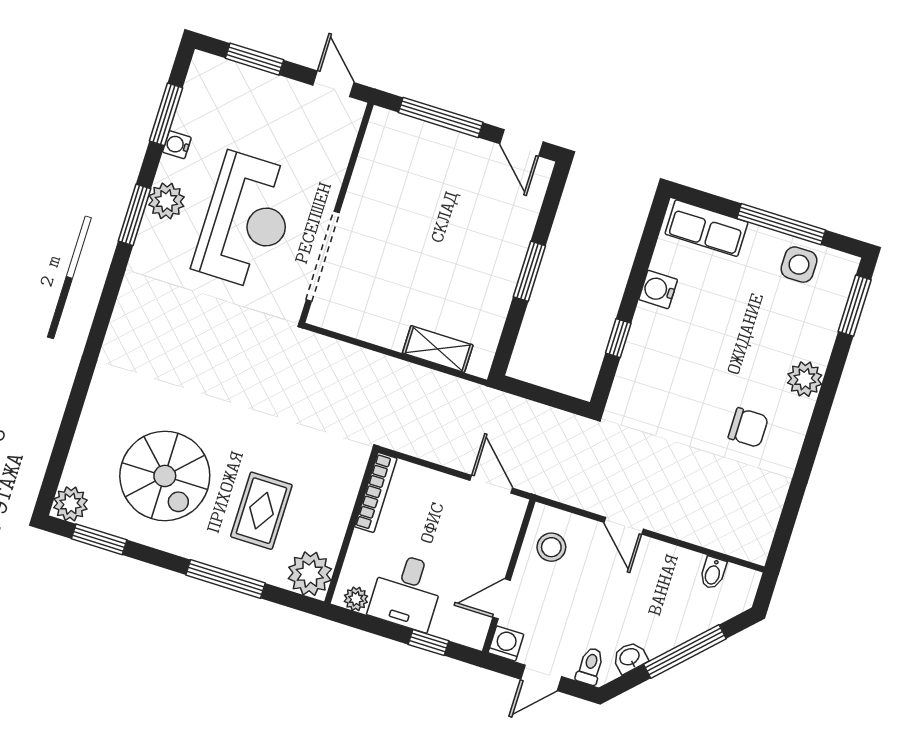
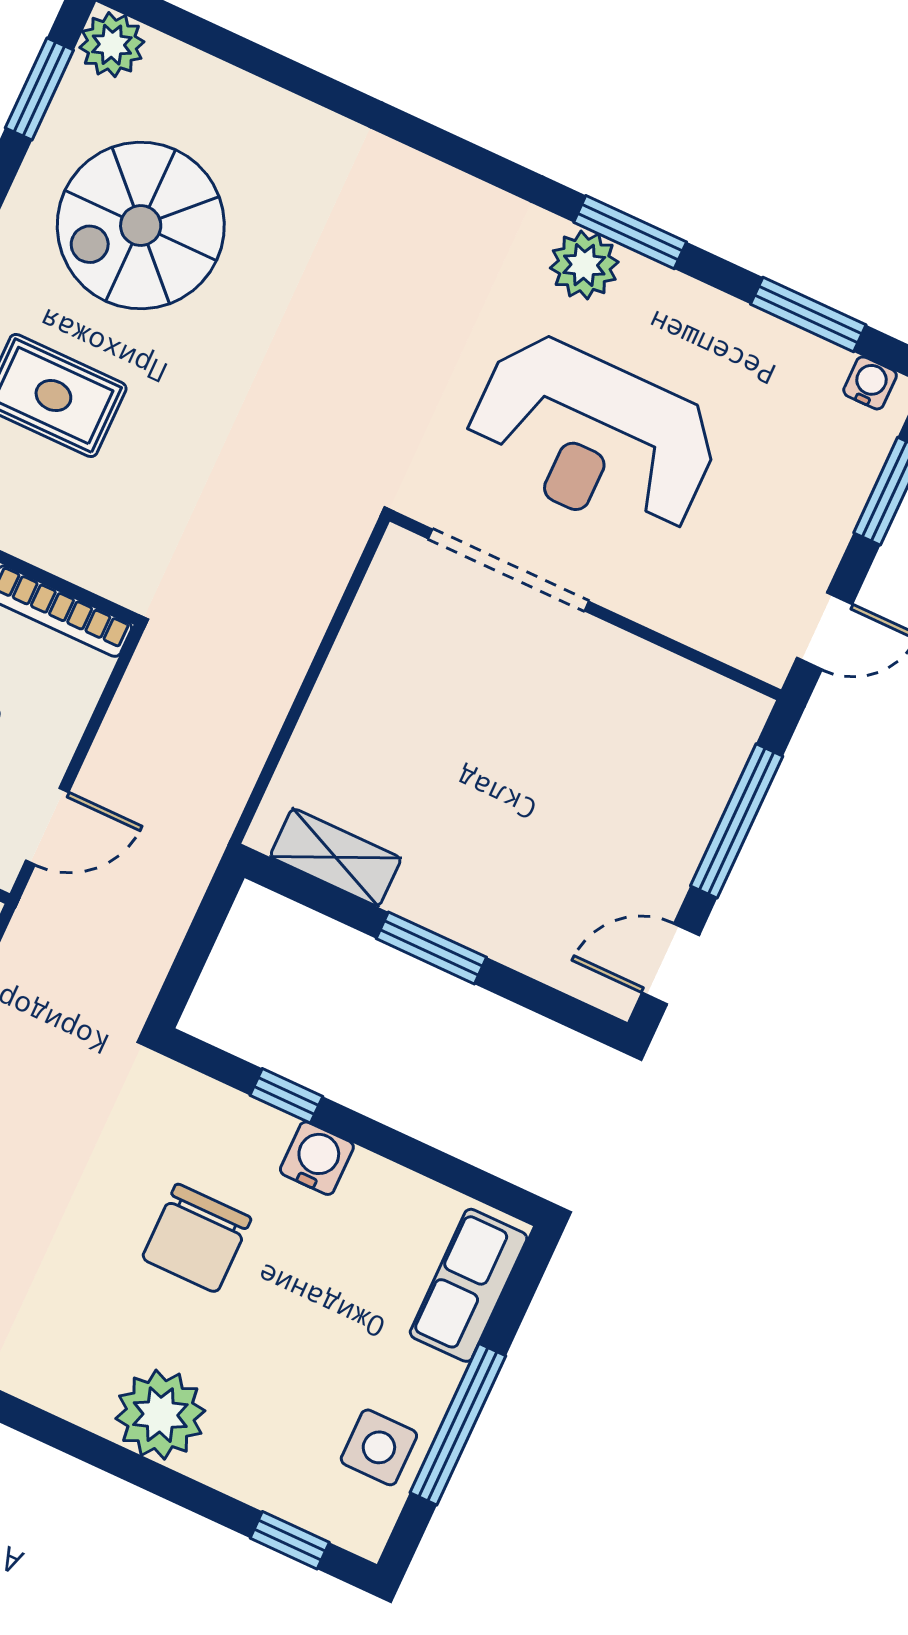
water cooler: (177, 145) -> (870, 383), moved
plant: (166, 201) -> (584, 265), moved
water cooler: (658, 289) -> (317, 1158), moved
window: (855, 306) -> (290, 1540), width x0.67
shelving: (438, 349) -> (336, 857), moved, turned 90
plant: (805, 379) -> (160, 1415), width x1.36, depth x1.36
chair: (748, 428) -> (197, 1238), moved, width x1.37, depth x1.37

